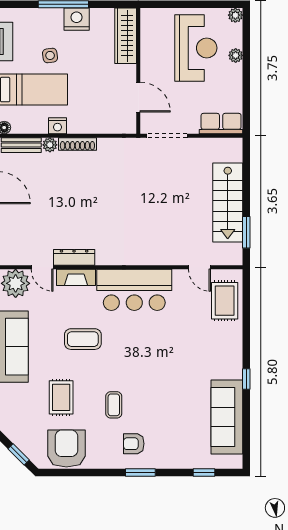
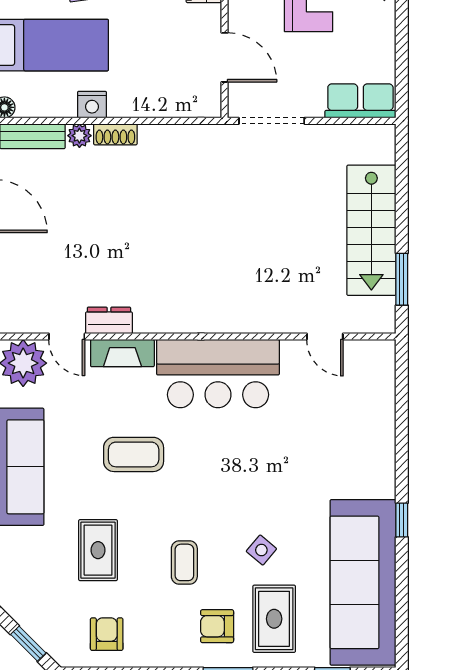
shoe rack: (77, 144) -> (115, 134), width x0.70
dresser: (74, 257) -> (109, 320), width x0.70
rug: (225, 301) -> (274, 619), moved
side table: (161, 397) -> (261, 550), added
sofa: (227, 417) -> (363, 582), width x1.36, depth x1.27
armchair: (66, 449) -> (107, 634), width x0.53, depth x0.53

